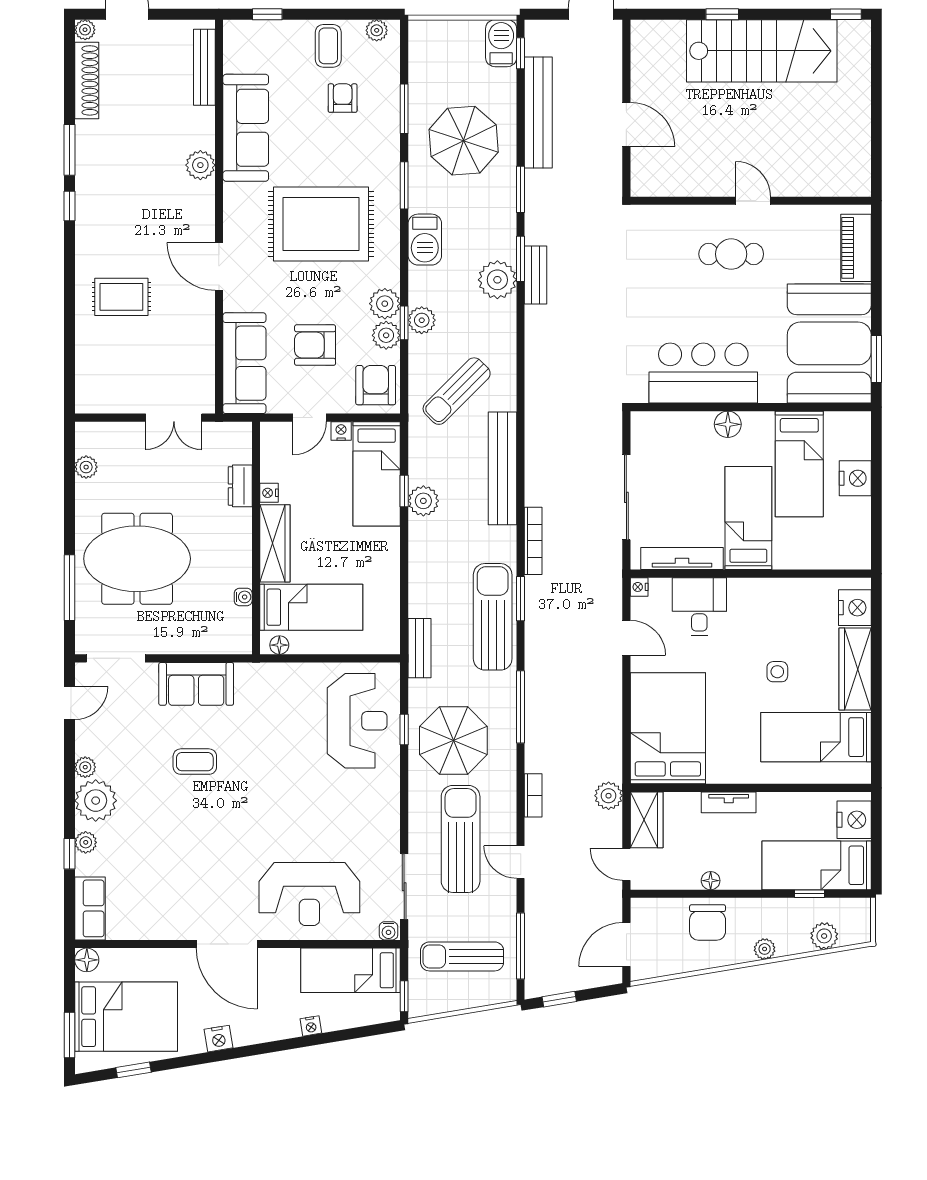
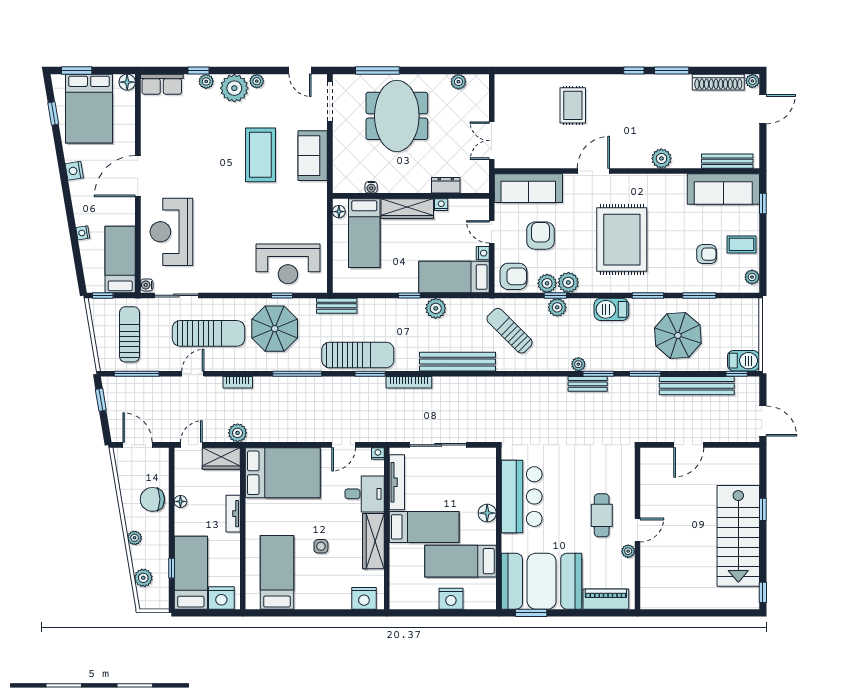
sofa: (246, 128) -> (723, 189), moved
plant: (785, 215) -> (628, 551), added
plant: (497, 280) -> (578, 364), width x0.53, depth x0.53
window: (404, 491) -> (409, 295), moved
wardrobe: (855, 669) -> (373, 541), moved, turned -90
coffee table: (195, 762) -> (260, 155), width x1.86, depth x1.72

